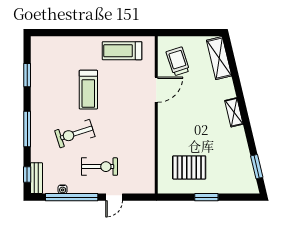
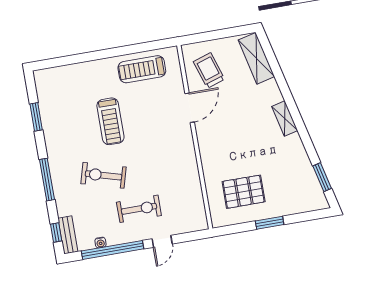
exercise bike: (75, 134) -> (104, 175), turned 34

